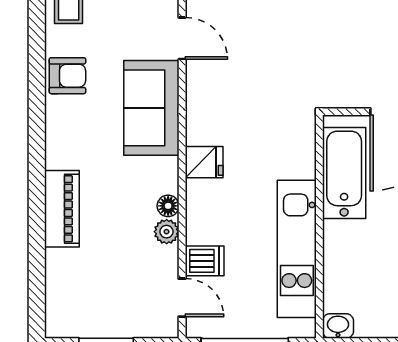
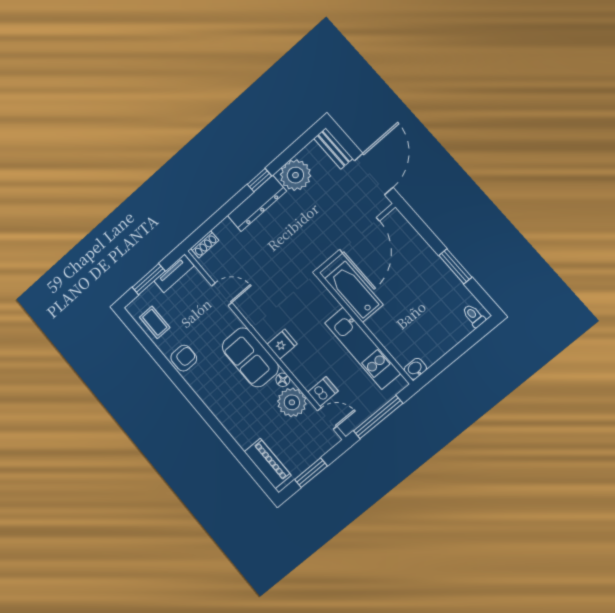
sofa: (151, 108) -> (250, 357), moved
piano: (62, 209) -> (268, 464), moved
plant: (167, 232) -> (292, 402), width x1.87, depth x1.87

